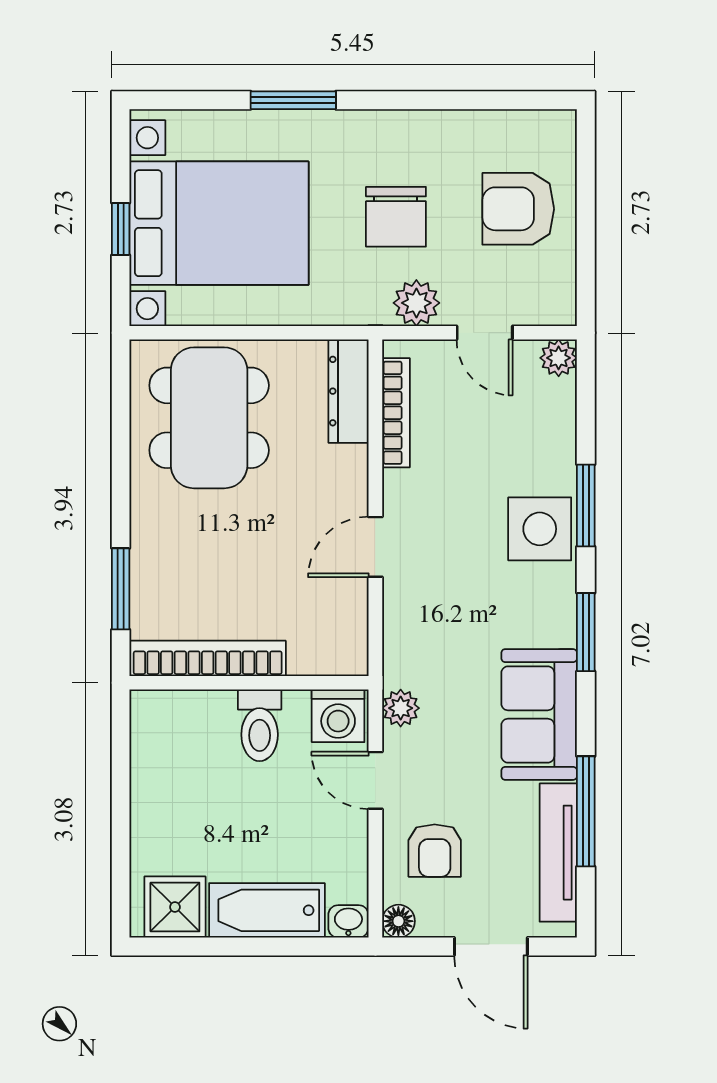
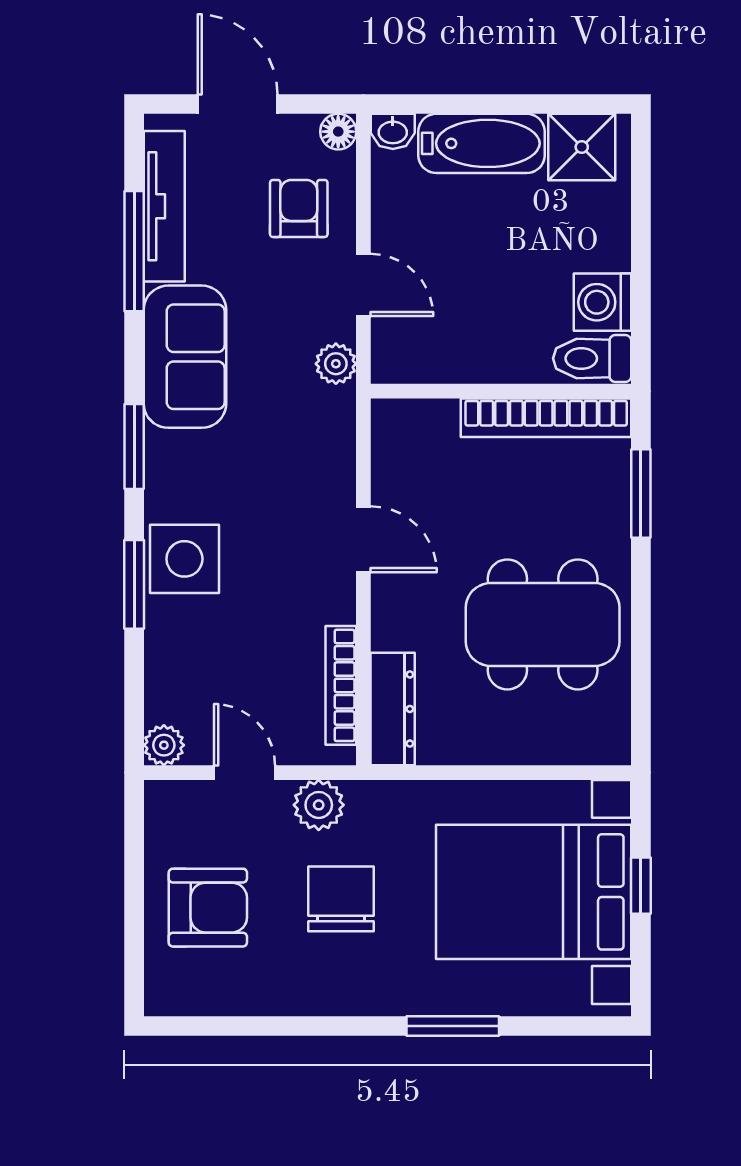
dining table: (209, 418) -> (543, 624), moved, turned 90
door: (375, 547) -> (363, 539), hinge flipped
washing machine: (338, 716) -> (603, 302), moved, turned -90
toilet: (260, 725) -> (592, 358), moved, turned -90

